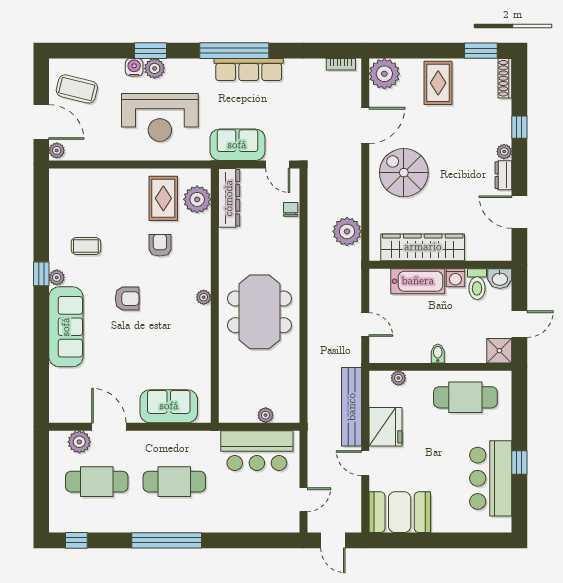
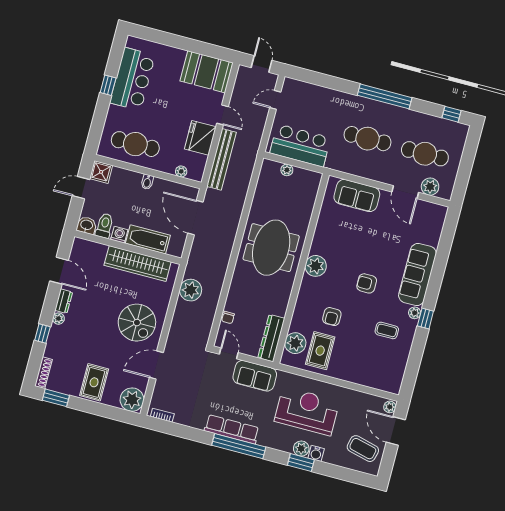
plant: (204, 297) -> (316, 266), width x1.87, depth x1.87
door: (365, 324) -> (195, 218), width x1.87

